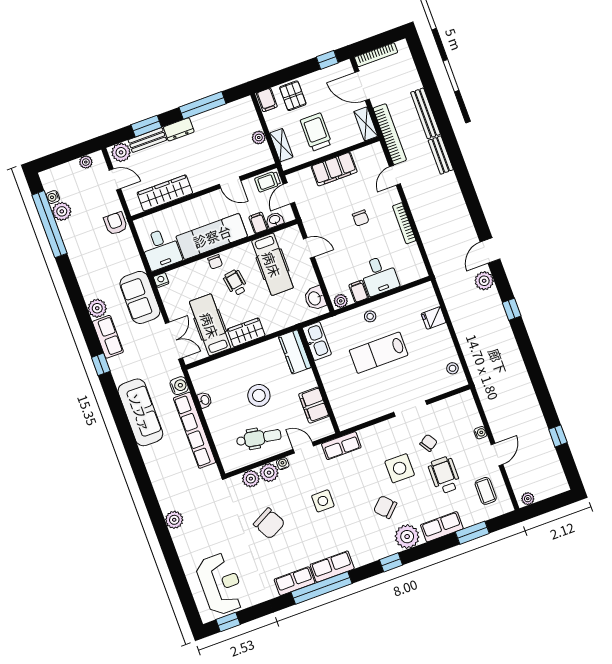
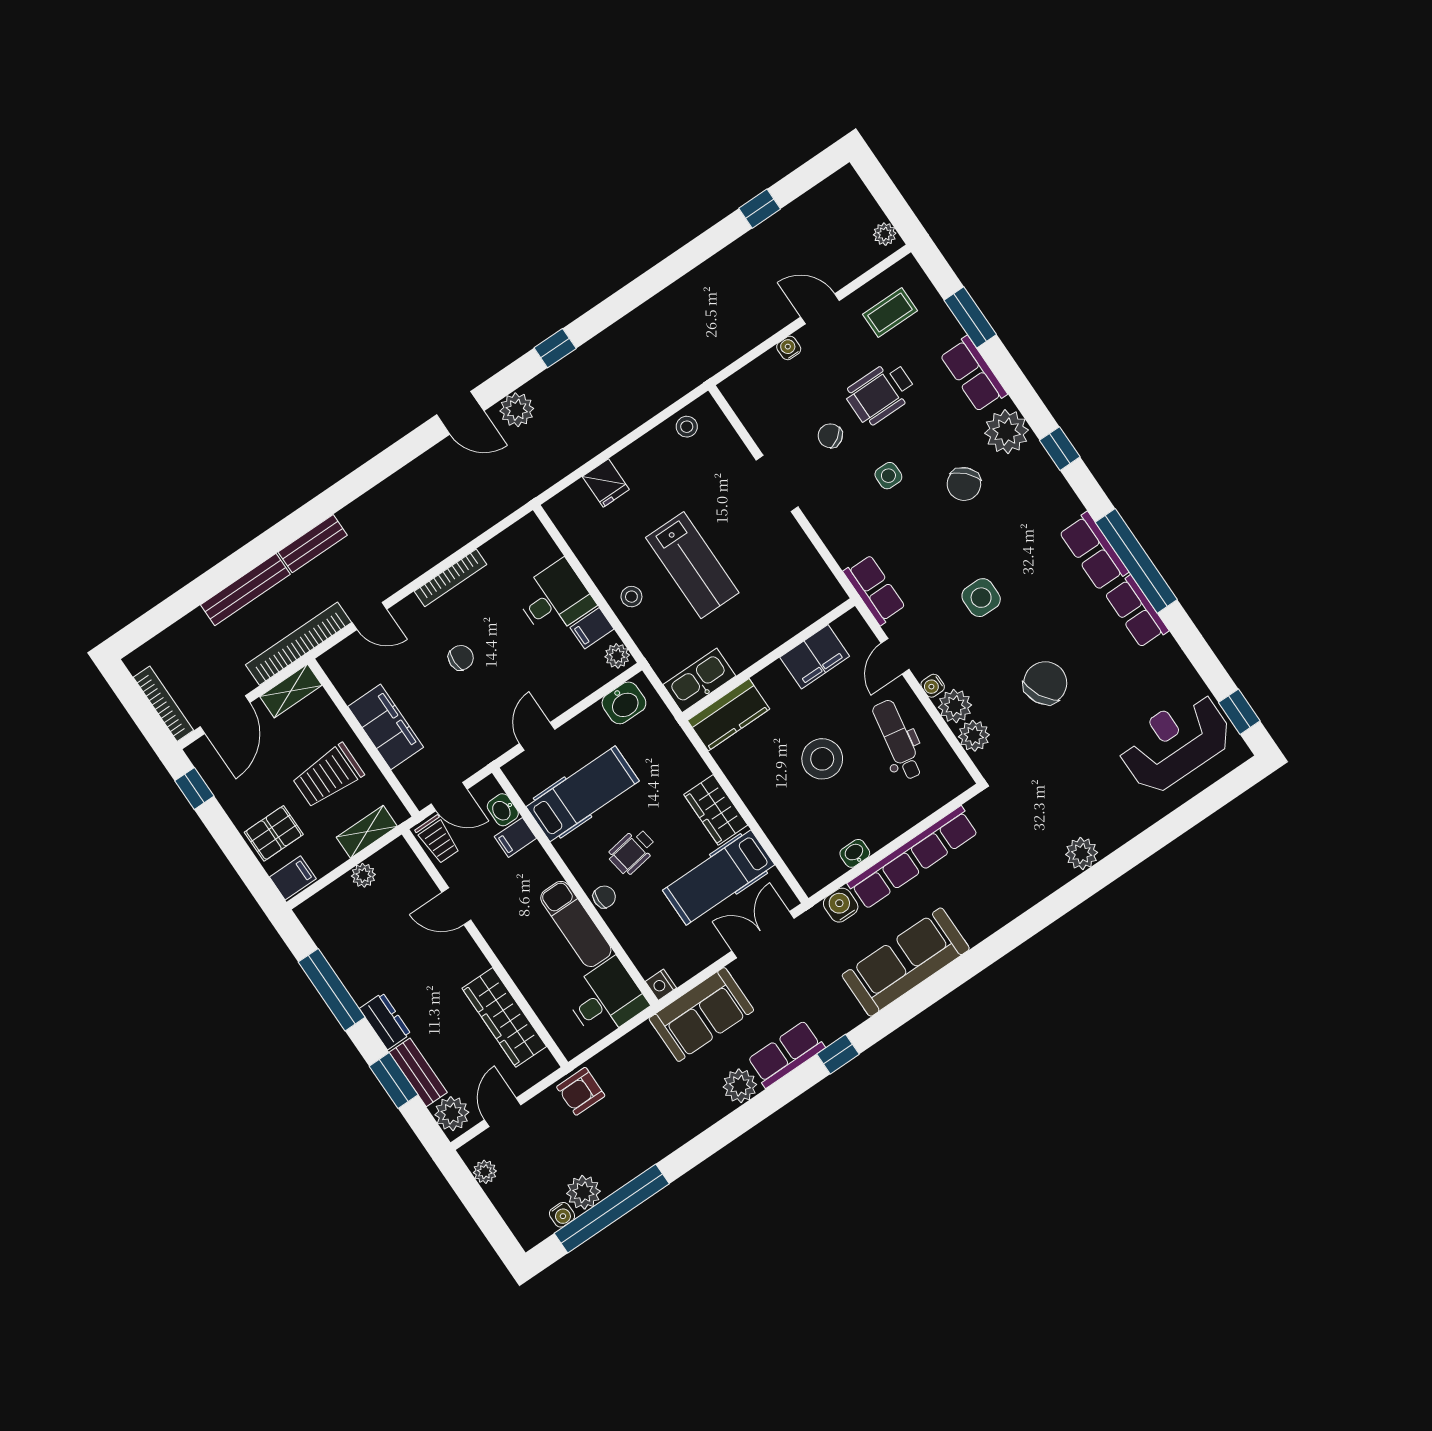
door: (230, 182) -> (456, 906), swing flipped
exam couch: (212, 236) -> (576, 924), width x0.73, depth x0.69
side table: (400, 468) -> (888, 476), width x0.54, depth x0.54

